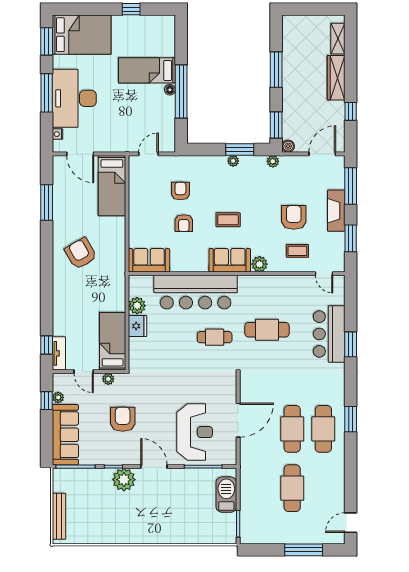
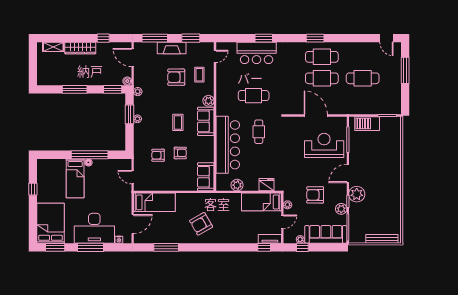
fridge: (138, 326) -> (267, 185), moved
cafe table: (267, 330) -> (254, 96), turned 90
plant: (102, 457) -> (341, 209), added

